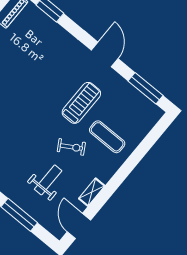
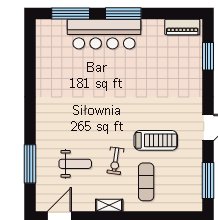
exercise bike: (71, 147) -> (115, 161), turned 39
shelving: (92, 192) -> (109, 205), moved

